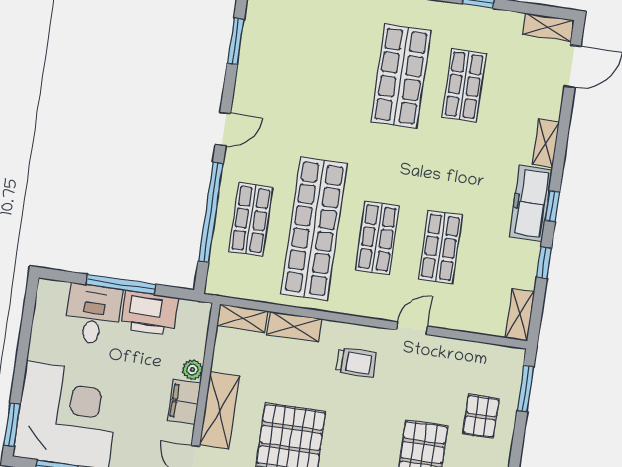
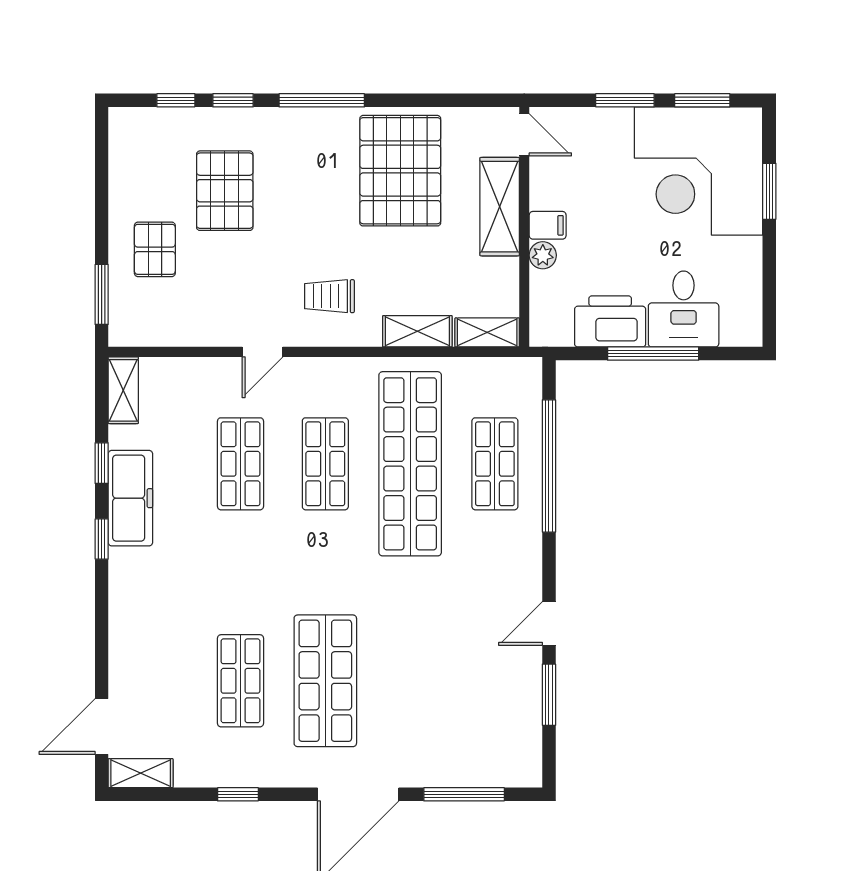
door: (223, 129) -> (549, 623), moved
shelving: (546, 143) -> (122, 620), removed
freezer: (531, 203) -> (130, 498), moved
filing cabinet: (184, 402) -> (548, 225), width x0.50
window: (12, 425) -> (769, 191), moved

